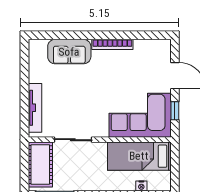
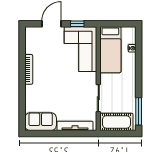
sofa: (69, 52) -> (41, 122), moved, turned -90

